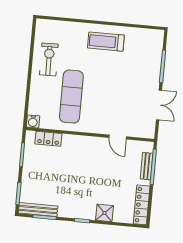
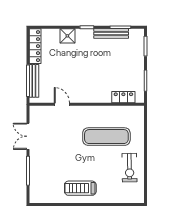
treadmill: (106, 42) -> (80, 188), turned 180
exercise mat: (71, 97) -> (106, 137), turned 90
water cooler: (33, 121) -> (139, 111), removed
bench: (147, 166) -> (34, 81), width x1.36
bench: (38, 210) -> (111, 33), moved

